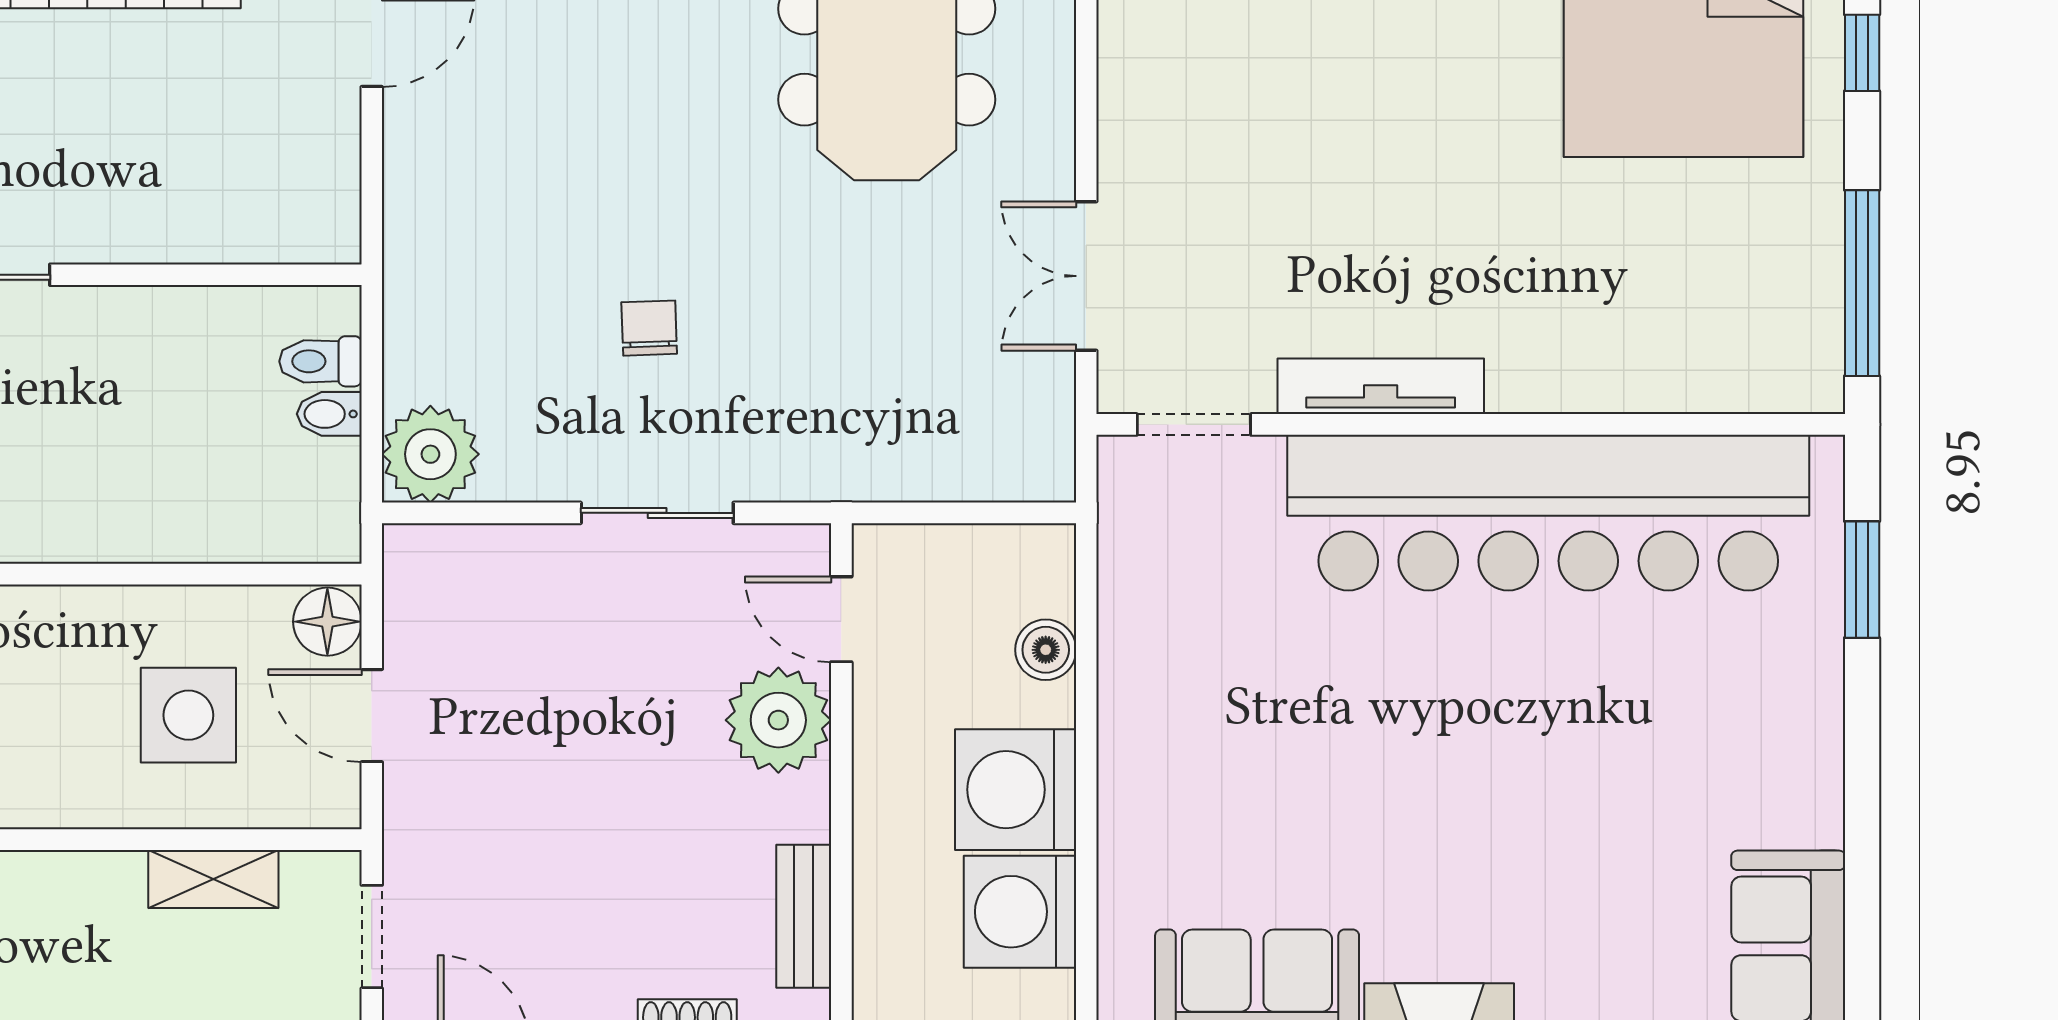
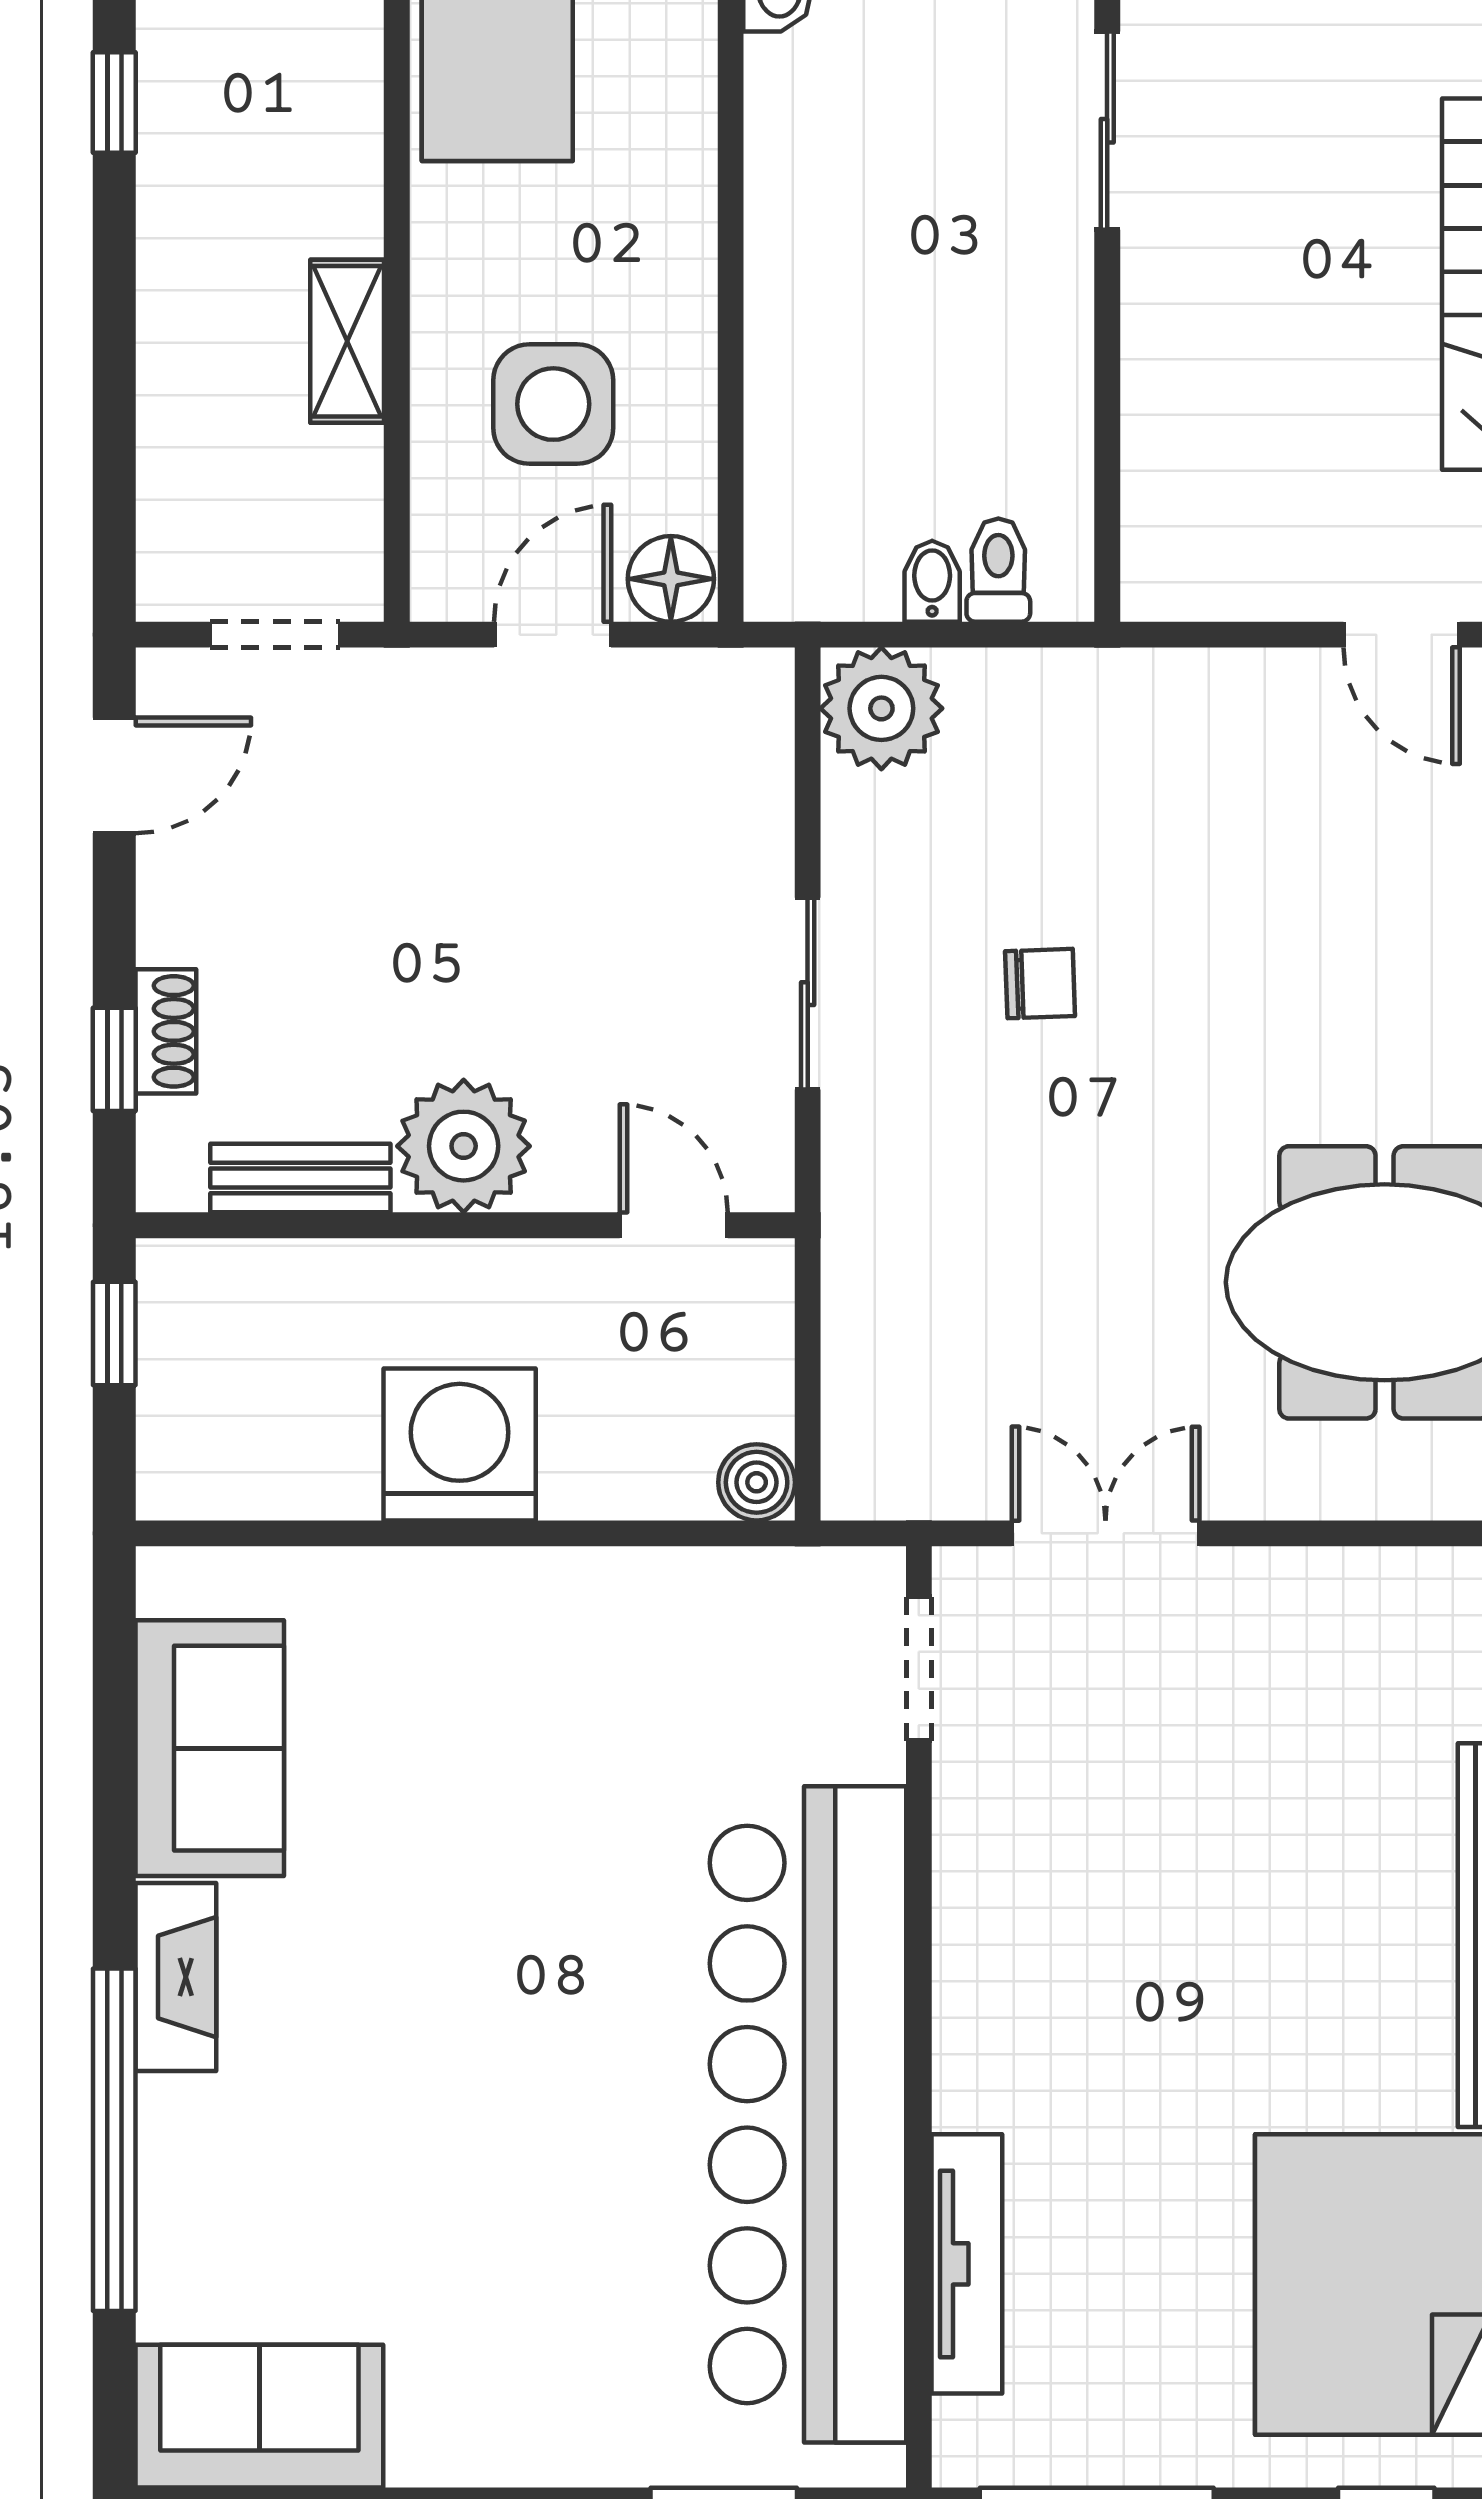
tv unit: (1381, 386) -> (967, 2264), moved
door: (841, 619) -> (674, 1225), hinge flipped
boiler: (1046, 650) -> (757, 1482), moved
plant: (778, 720) -> (464, 1146), moved
shelving: (213, 879) -> (347, 341), moved
washing machine: (1020, 912) -> (306, 1450), removed

